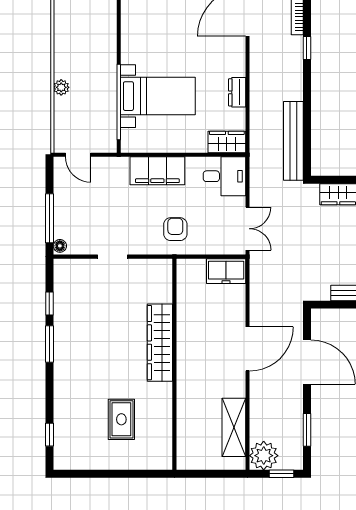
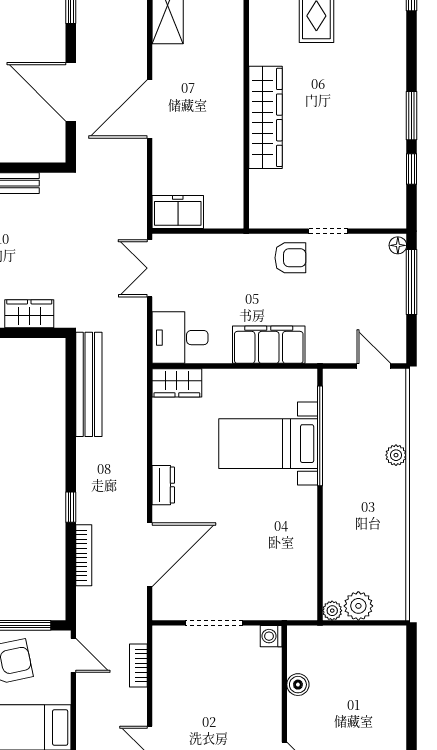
dresser: (237, 92) -> (163, 485), moved
armchair: (175, 229) -> (290, 258), moved, turned -90

